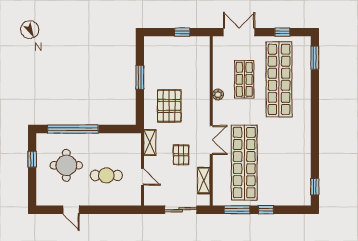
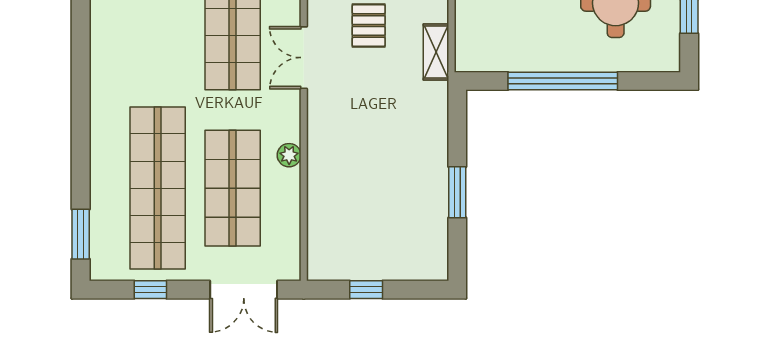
shop shelf: (244, 79) -> (233, 188), width x1.43, depth x1.36
pallet: (169, 106) -> (394, 131), removed
window: (73, 129) -> (563, 81), moved

